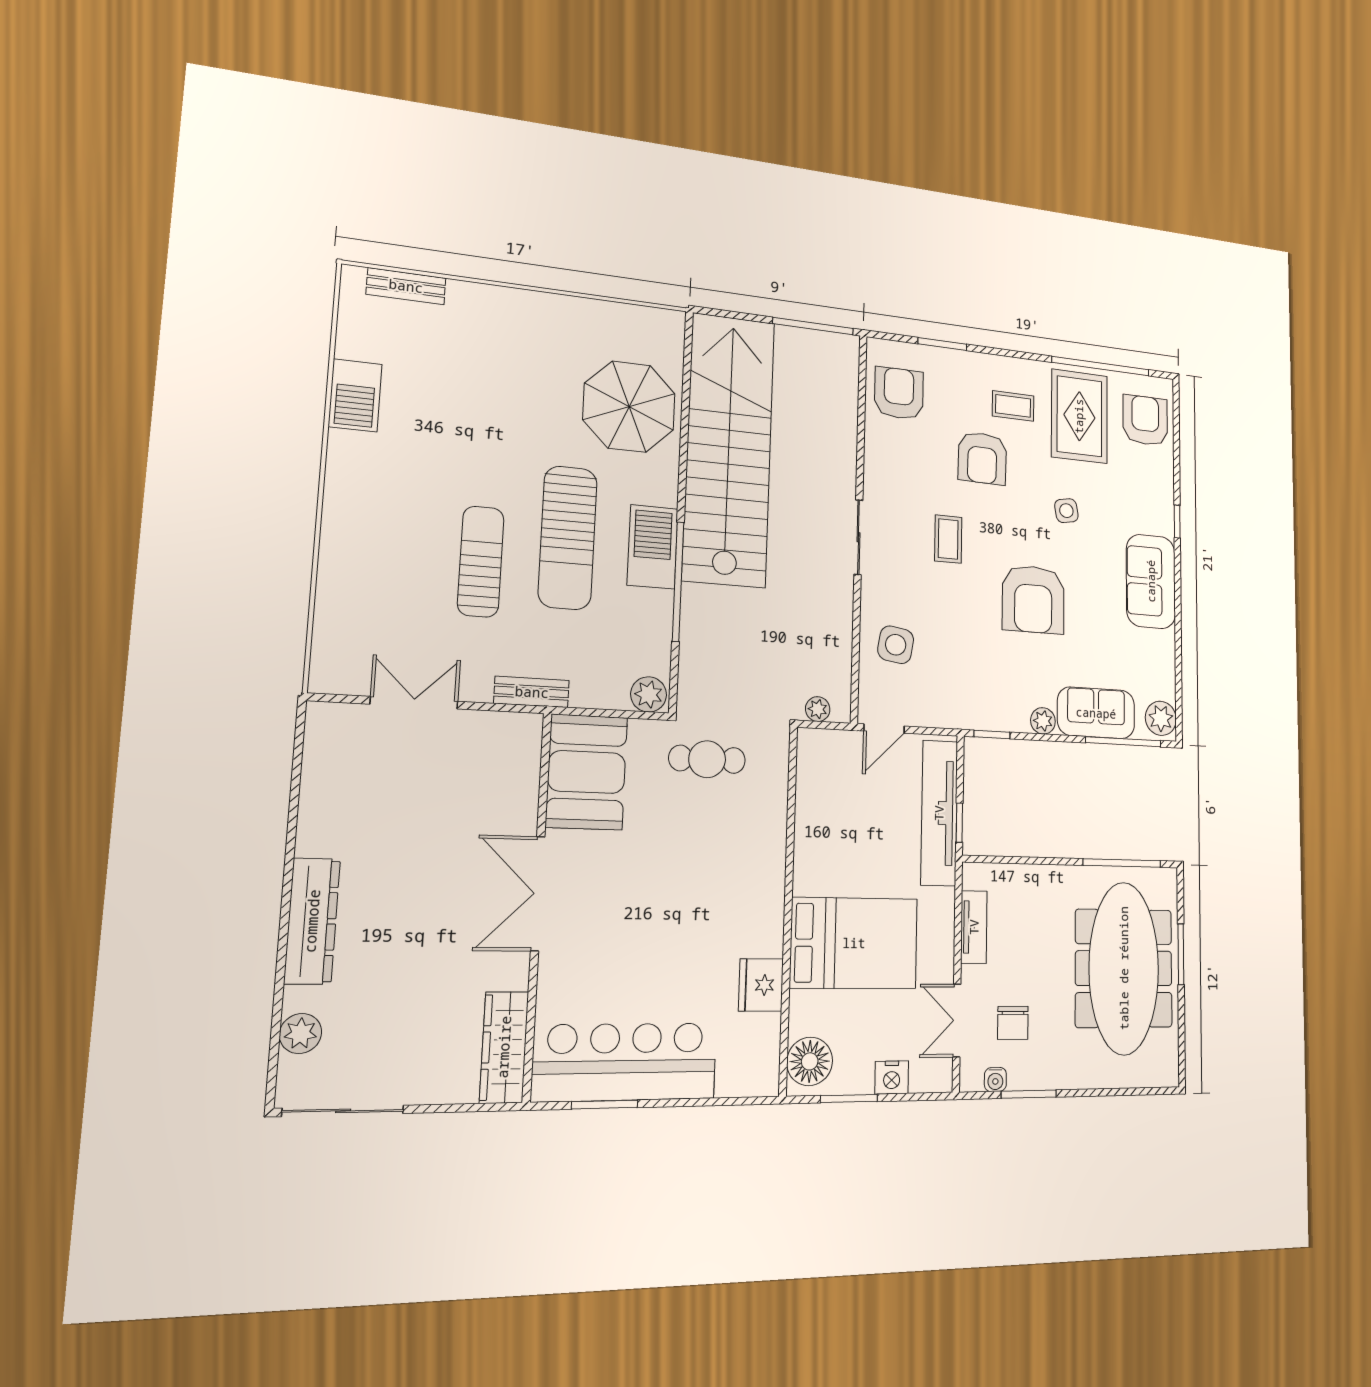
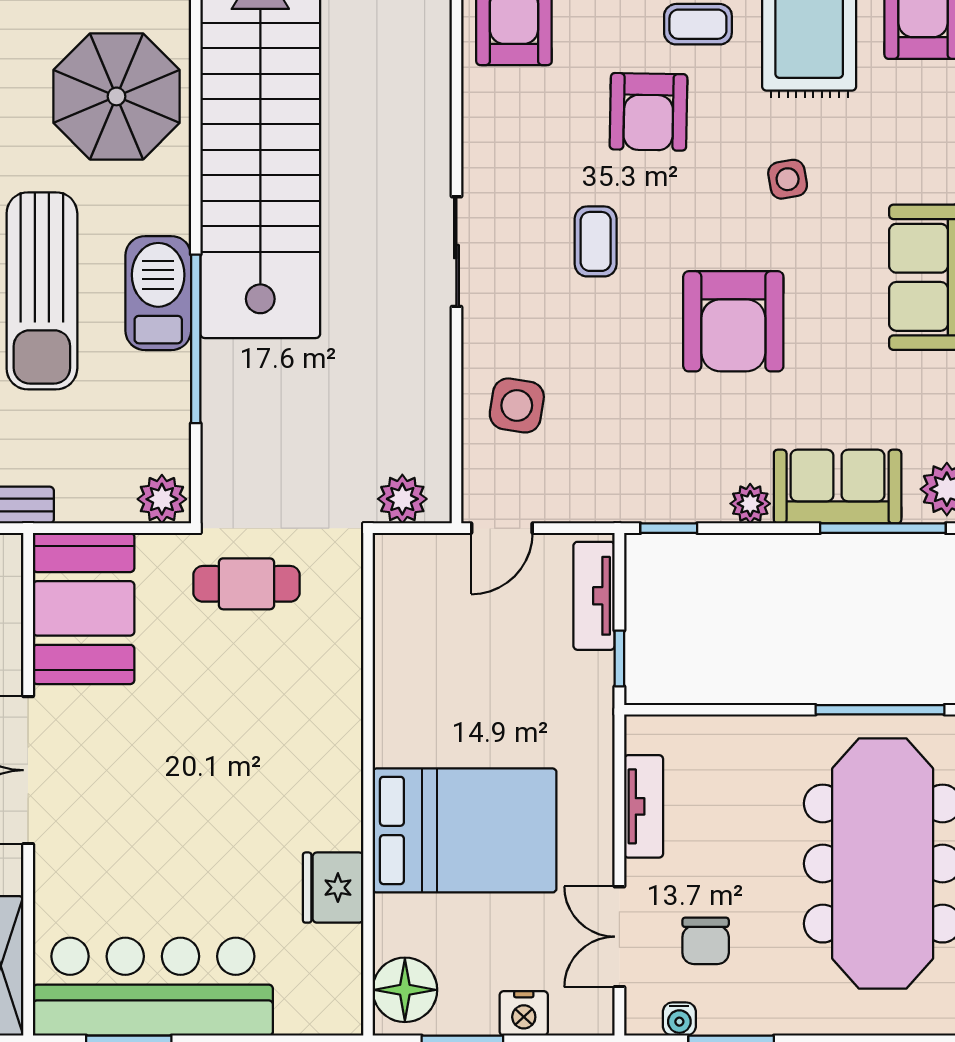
plant: (818, 709) -> (402, 499), width x1.38, depth x1.38
tv unit: (939, 813) -> (594, 596), width x0.52, depth x0.78

